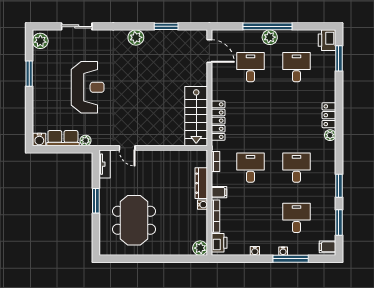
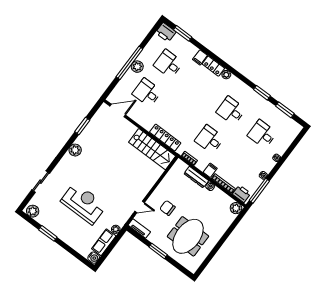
chair: (147, 177) -> (167, 208), added
meeting table: (134, 220) -> (188, 236), turned 90
filing cabinet: (327, 247) -> (200, 57), moved
window: (291, 259) -> (259, 191), moved

